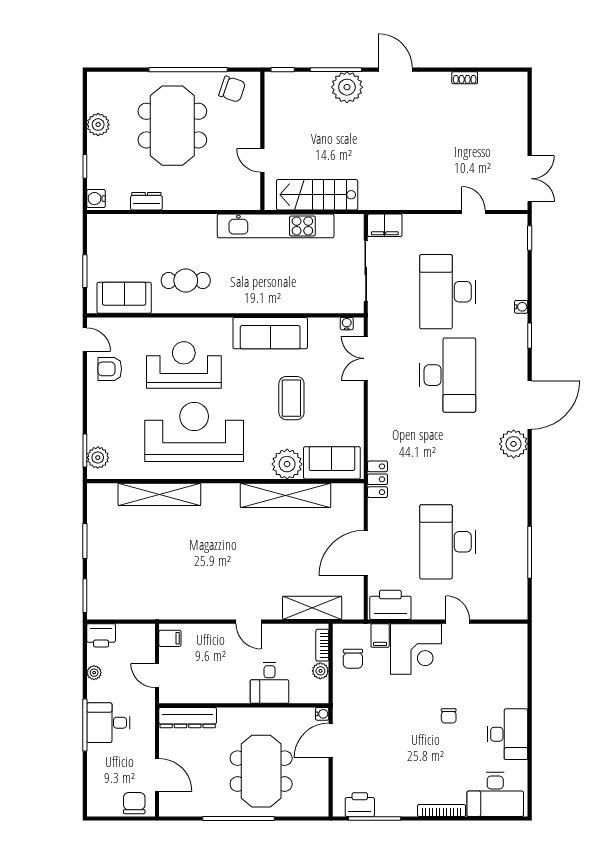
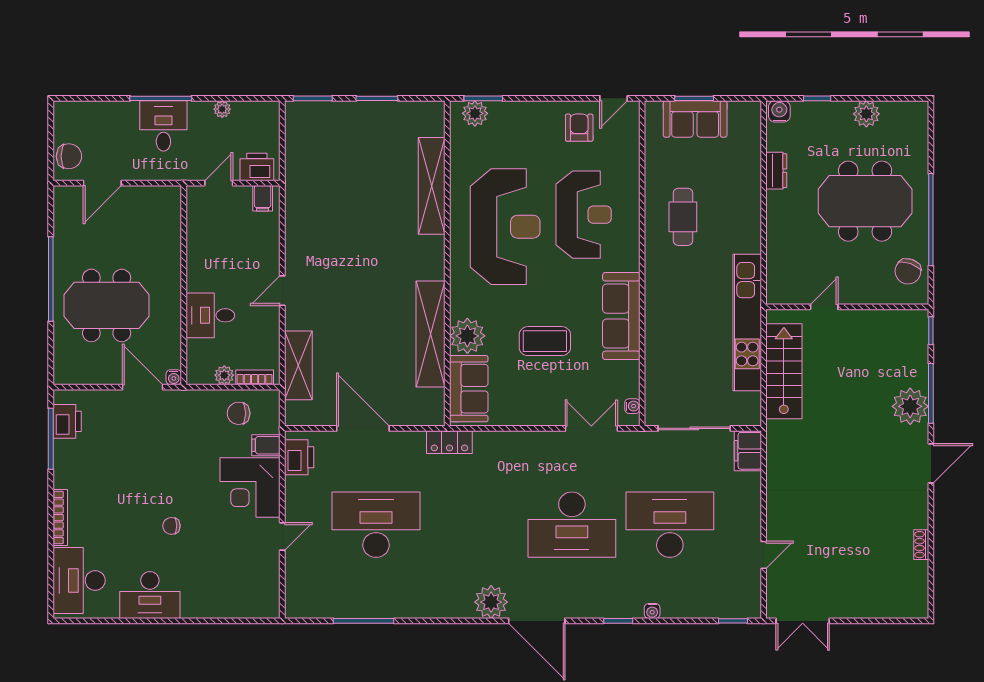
sofa: (124, 298) -> (695, 119), moved, turned 90
printer: (390, 605) -> (299, 457), width x0.73, depth x0.84
printer: (101, 635) -> (257, 167), moved, turned 90
dresser: (188, 718) -> (169, 219), removed

